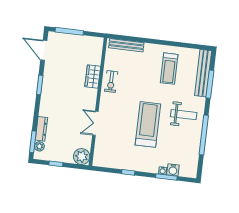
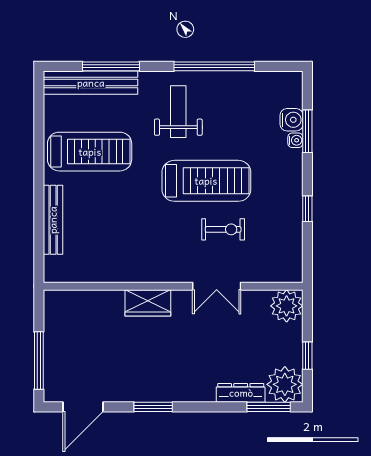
bench: (126, 45) -> (53, 220), moved
treadmill: (169, 69) -> (90, 152), width x1.37, depth x1.38
wardrobe: (93, 76) -> (148, 303), moved
exercise bike: (111, 82) -> (223, 229), moved
treadmill: (148, 124) -> (206, 181), turned 180
plant: (39, 146) -> (285, 384), width x1.87, depth x1.87

